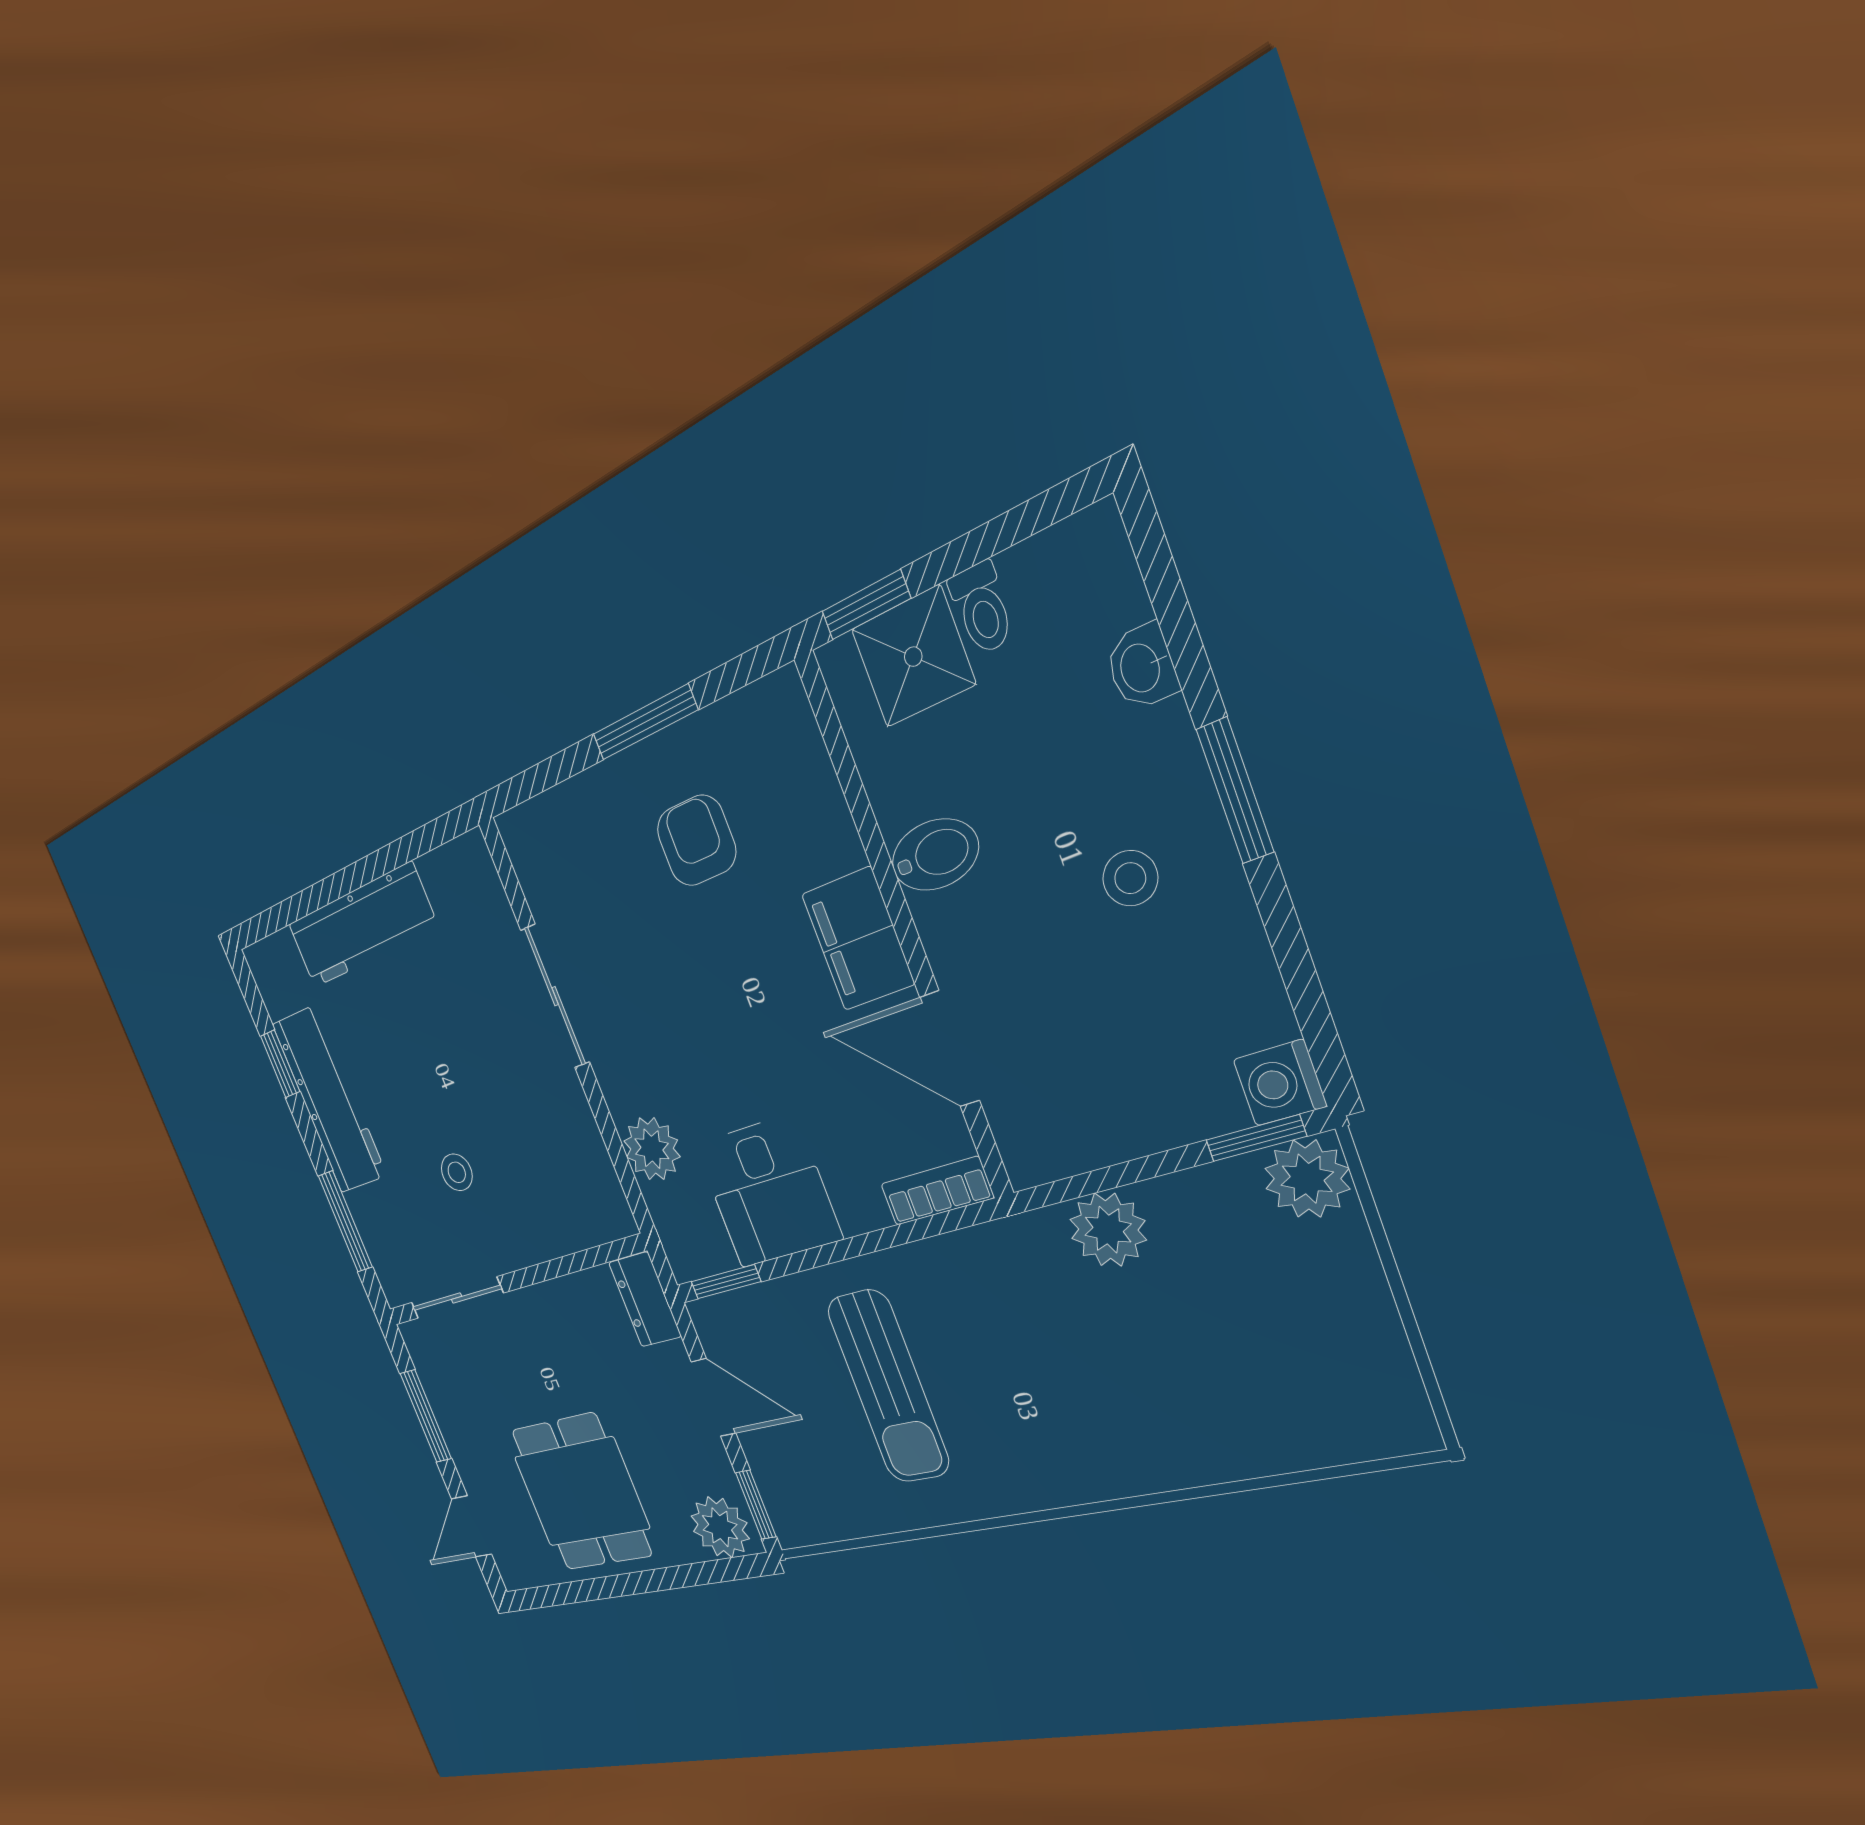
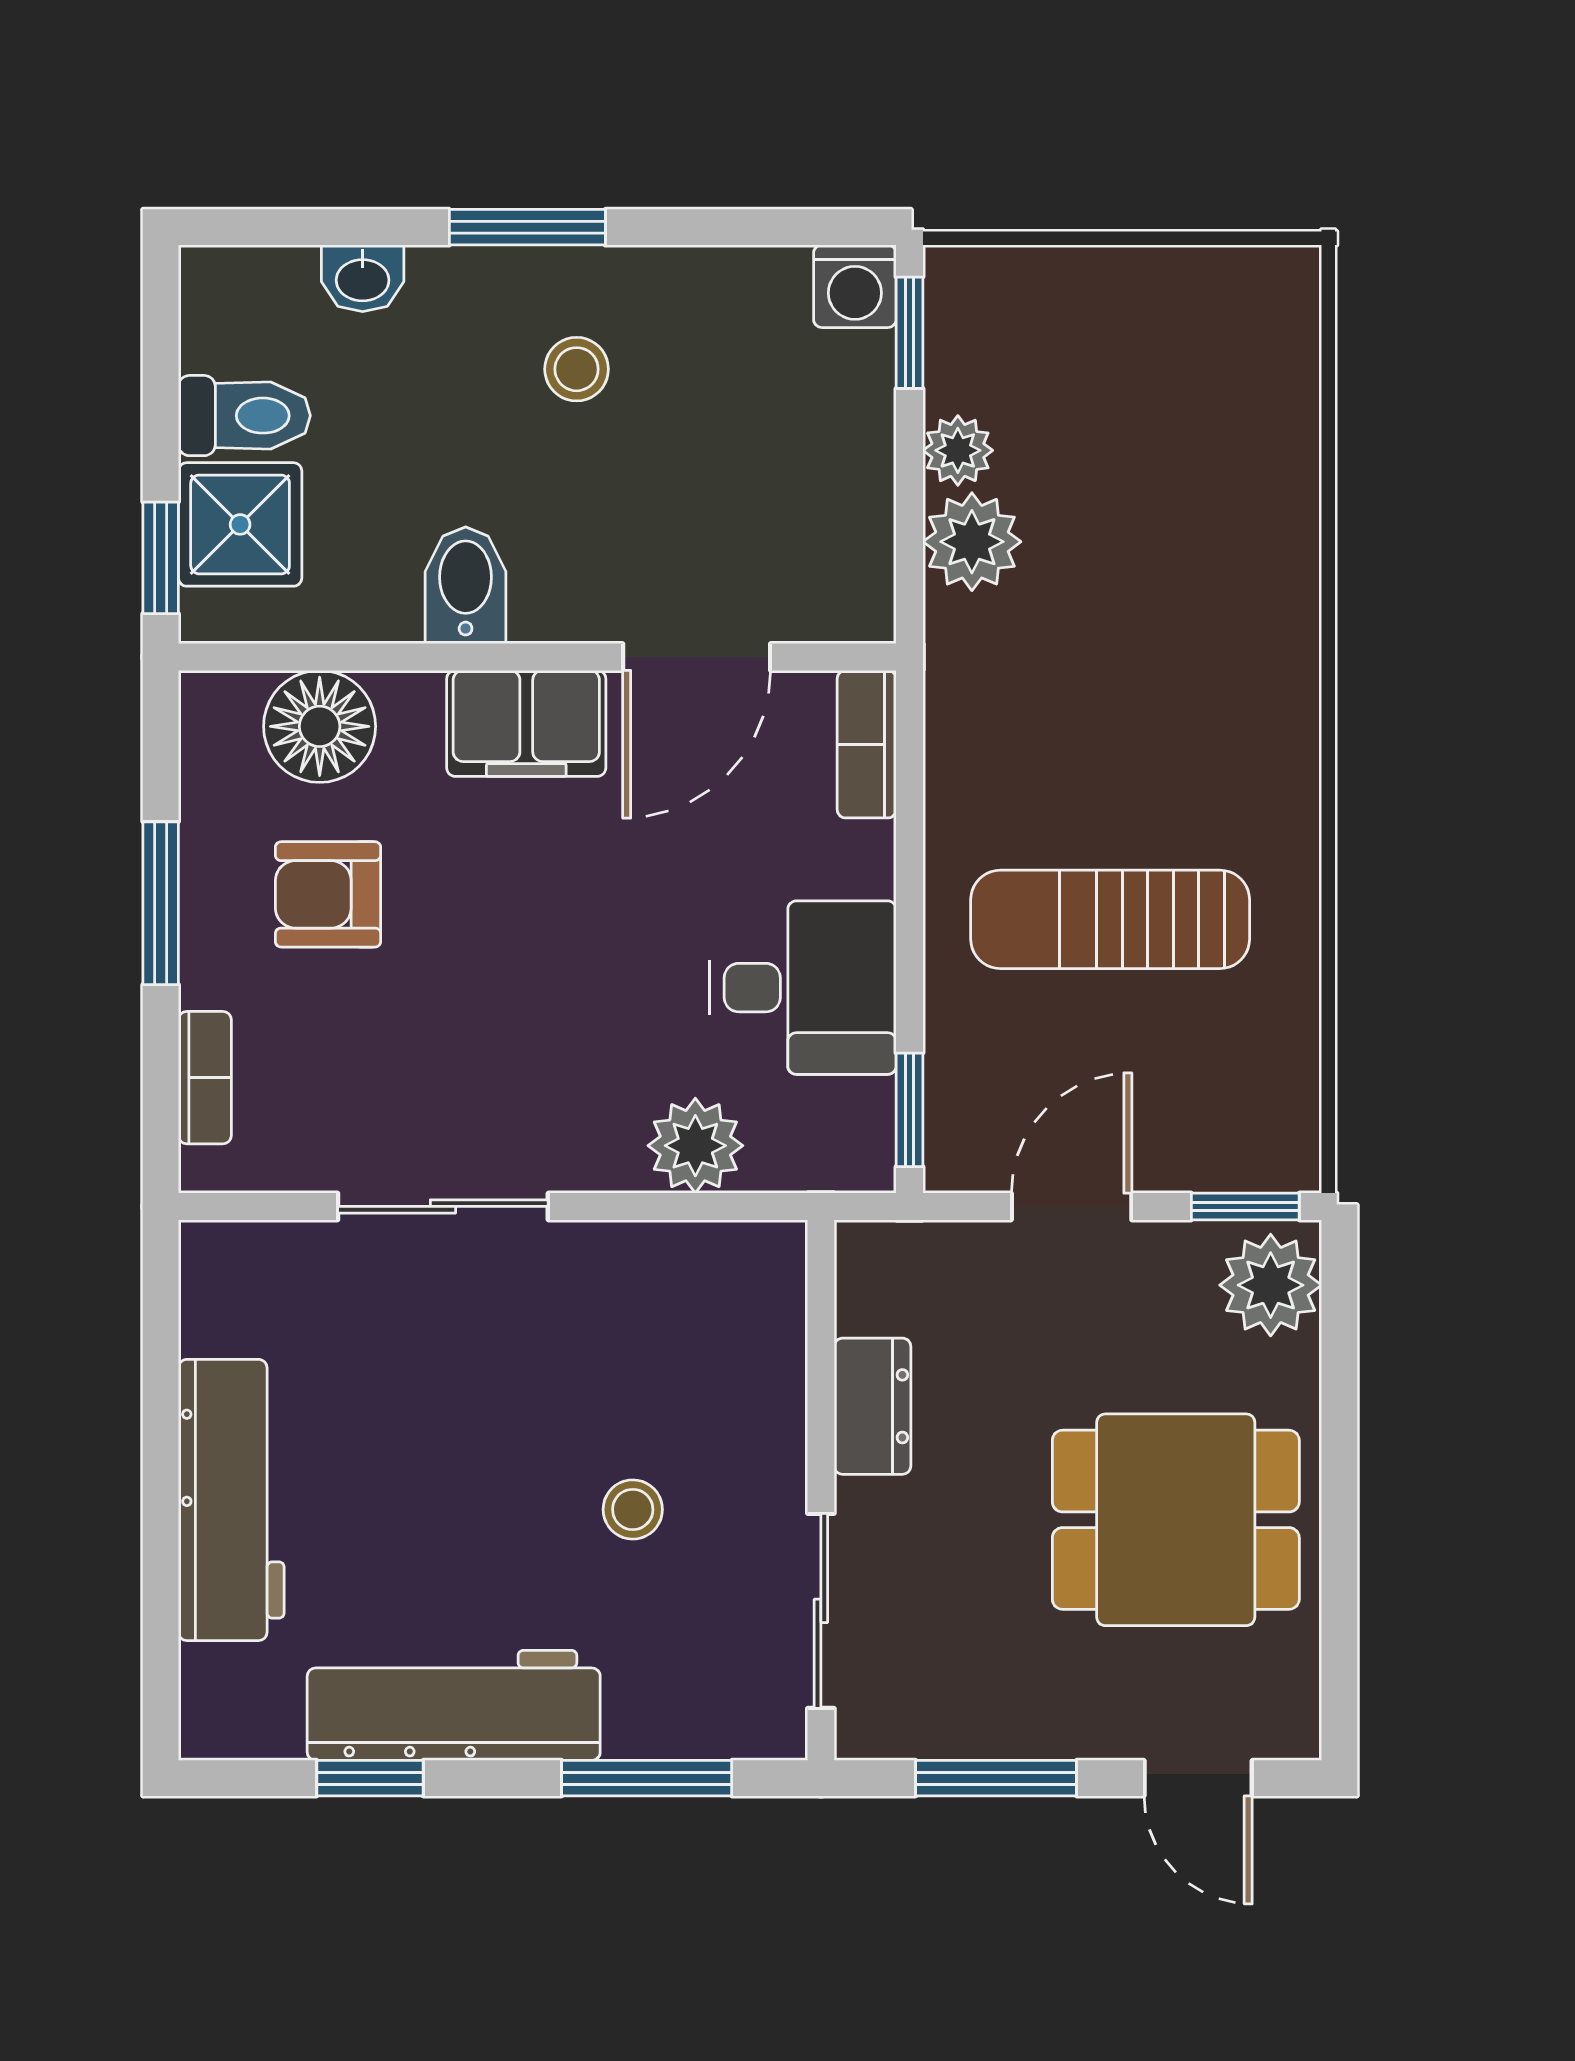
toilet: (982, 608) -> (244, 416), width x1.37, depth x1.39
floor lamp: (798, 786) -> (320, 726), added
bookcase: (560, 804) -> (205, 1078), added
plant: (1307, 1179) -> (958, 450), moved, width x0.73, depth x0.73
dresser: (645, 1300) -> (872, 1406), moved, turned -90
sun lounger: (888, 1387) -> (1110, 919), turned 180

